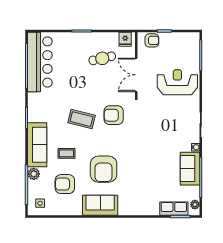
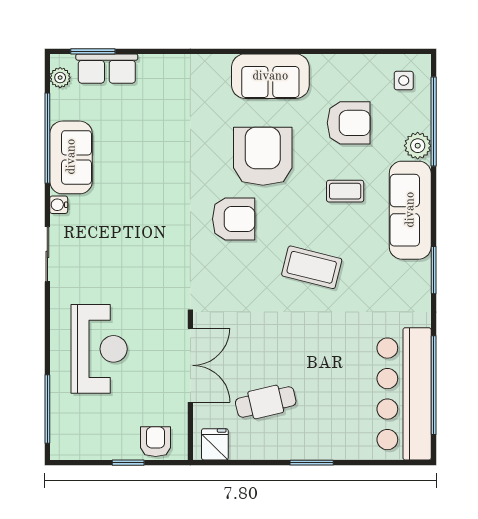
armchair: (152, 40) -> (156, 442), turned 90
reception desk: (177, 82) -> (99, 349), turned -90
armchair: (114, 115) -> (234, 219), moved

